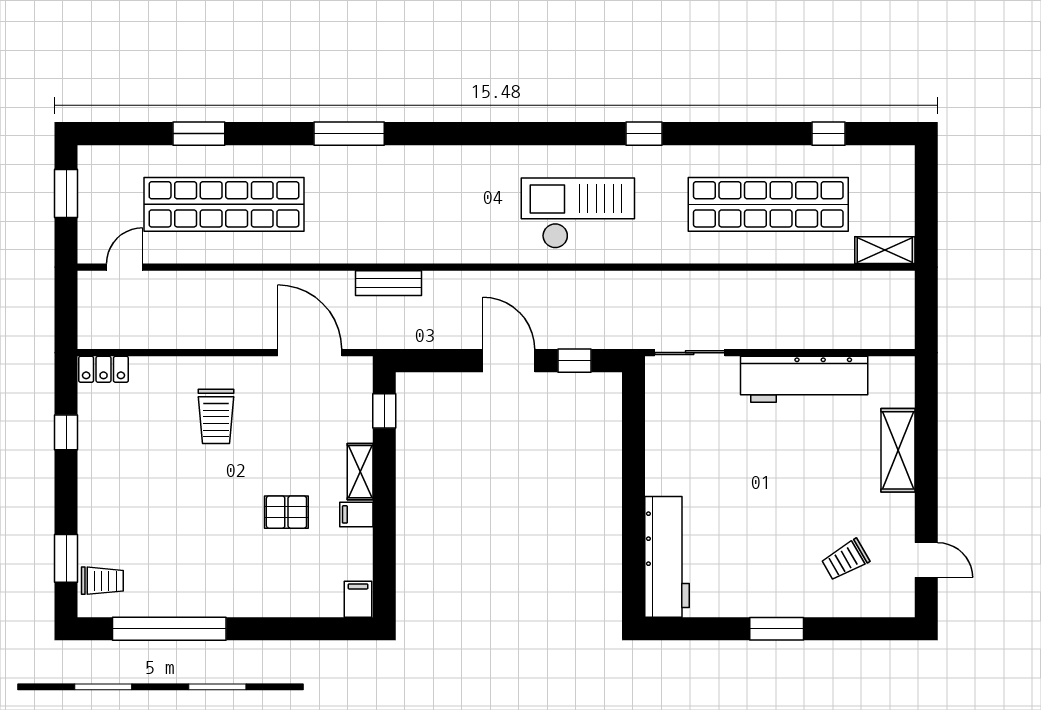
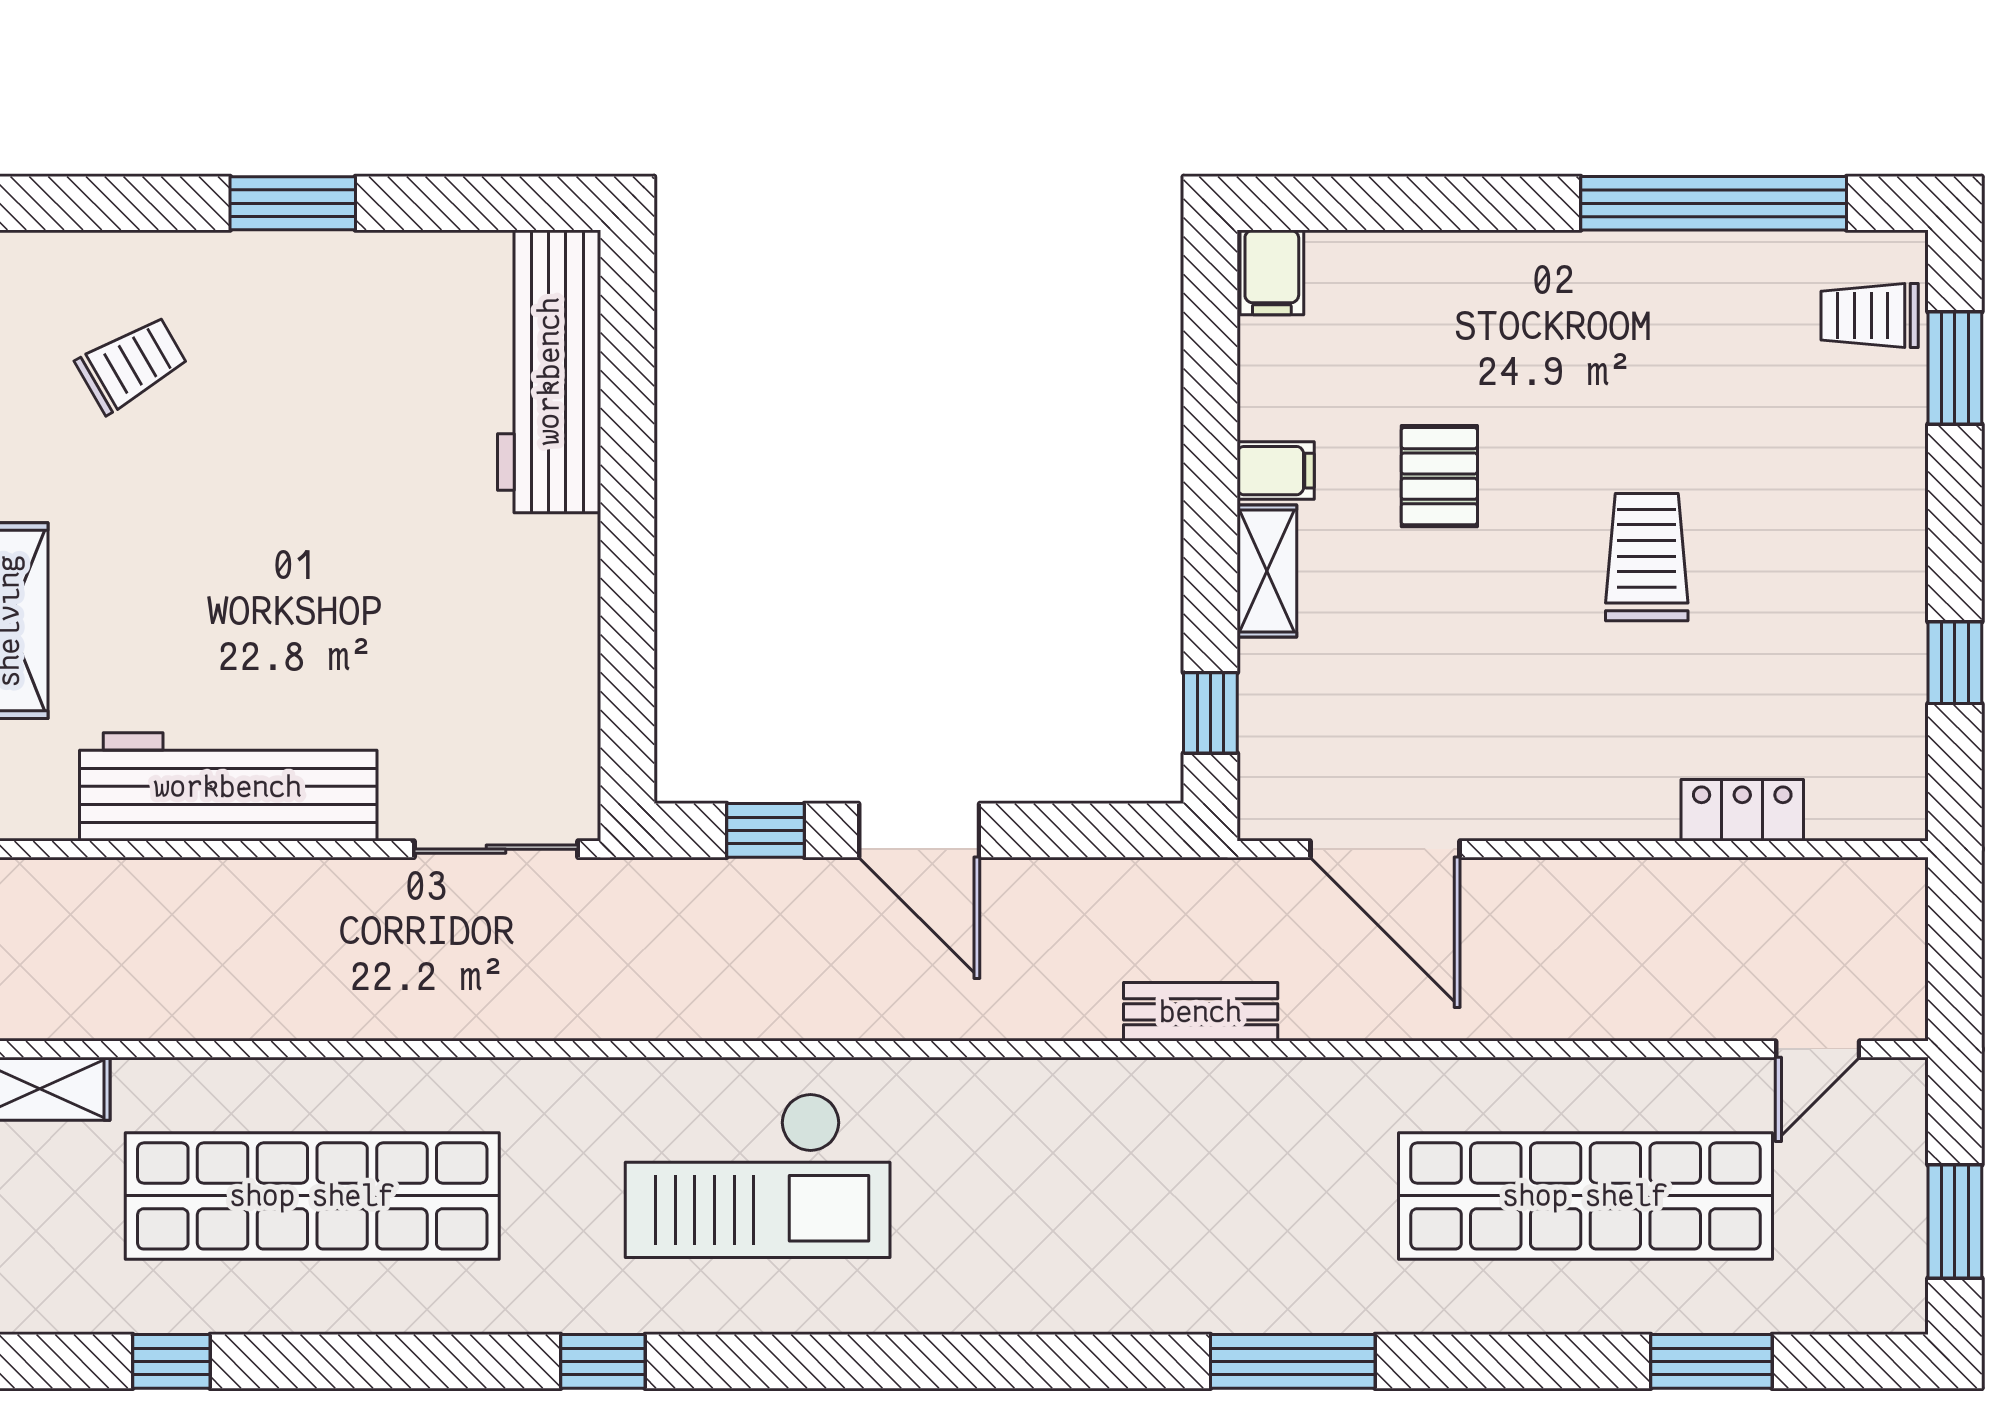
window: (199, 134) -> (1711, 1361), moved
locker: (104, 369) -> (1742, 810), moved
trolley: (216, 416) -> (1647, 557), moved
pallet: (286, 512) -> (1439, 476), turned 90

